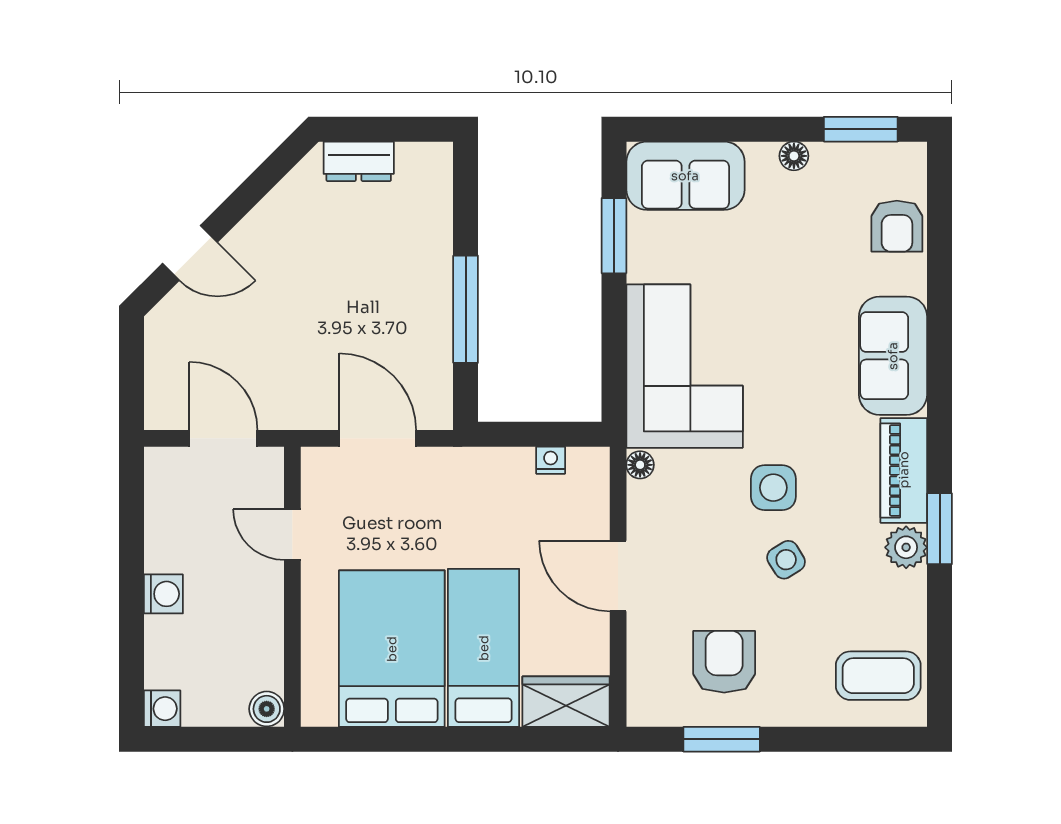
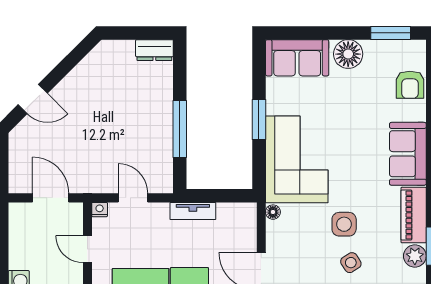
floor lamp: (794, 156) -> (348, 54), width x1.89, depth x1.89
dresser: (359, 161) -> (154, 50), moved
window: (614, 236) -> (259, 120), moved
door: (378, 438) -> (133, 198), width x0.73
nightstand: (551, 460) -> (100, 210), moved
tv unit: (490, 463) -> (193, 211), added

